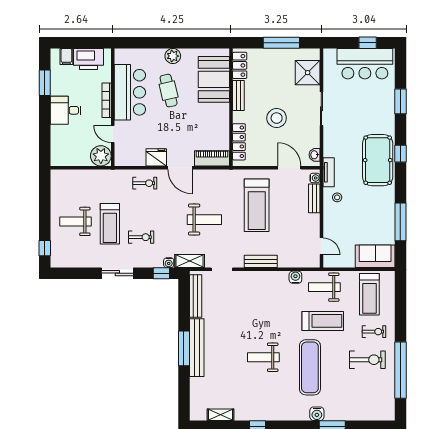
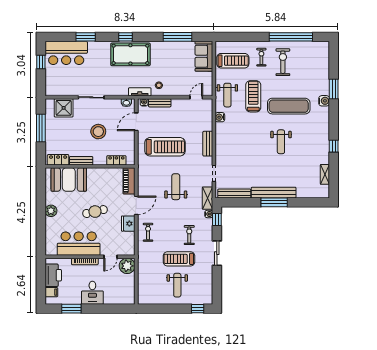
bar counter: (365, 64) -> (66, 53), moved, turned 90
cafe table: (169, 91) -> (95, 212), moved
locker: (239, 142) -> (116, 160), width x0.66
treadmill: (110, 224) -> (179, 259), turned 180

